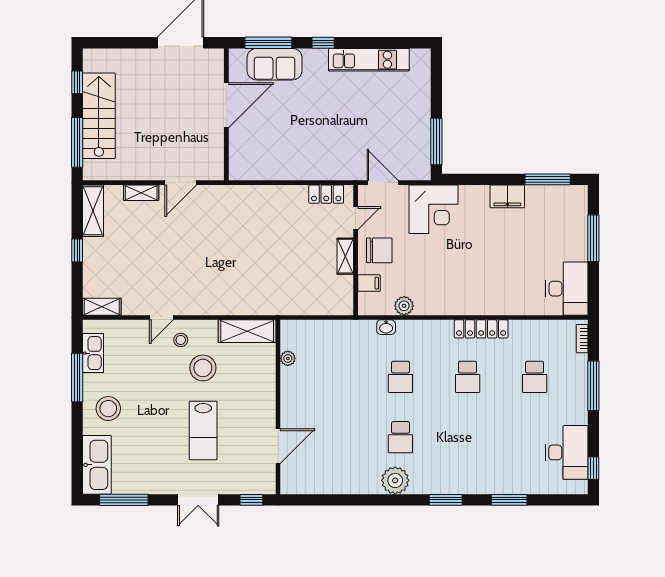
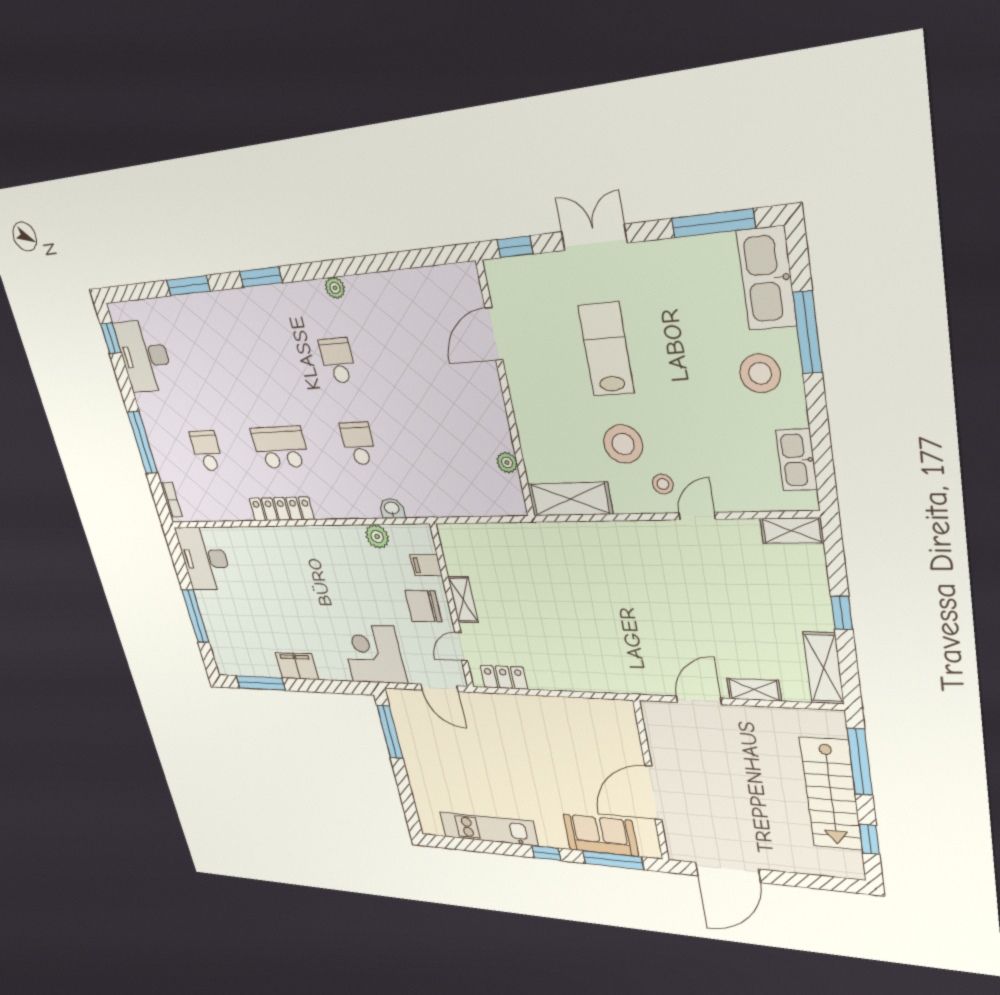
school desk: (468, 377) -> (280, 447), width x1.85
window: (77, 378) -> (808, 332), moved
plant: (395, 480) -> (335, 288), width x0.53, depth x0.53

